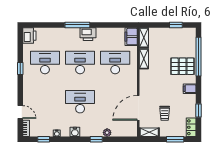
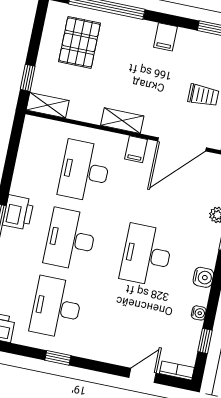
window: (176, 25) -> (28, 78), moved
filing cabinet: (131, 37) -> (136, 149), moved, width x0.50
shelving: (144, 59) -> (122, 121), moved
pallet: (183, 66) -> (80, 42), moved
door: (138, 108) -> (182, 144), hinge flipped

